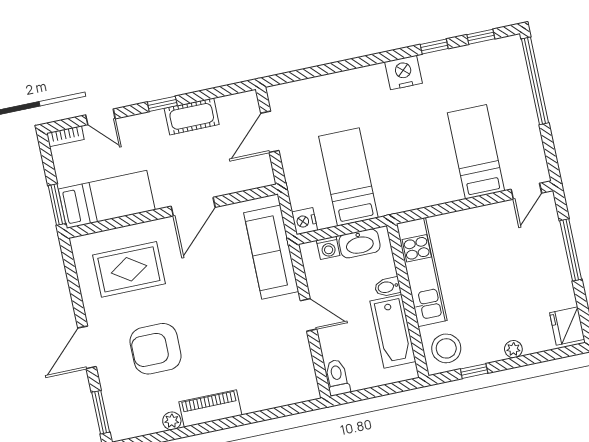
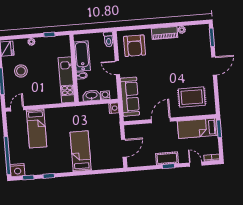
nightstand: (404, 73) -> (18, 170), moved
cot: (192, 116) -> (167, 158), moved
bed: (348, 177) -> (81, 151), moved, turned 180
stool: (446, 348) -> (21, 71), moved
armchair: (156, 349) -> (134, 46), moved, turned 90

